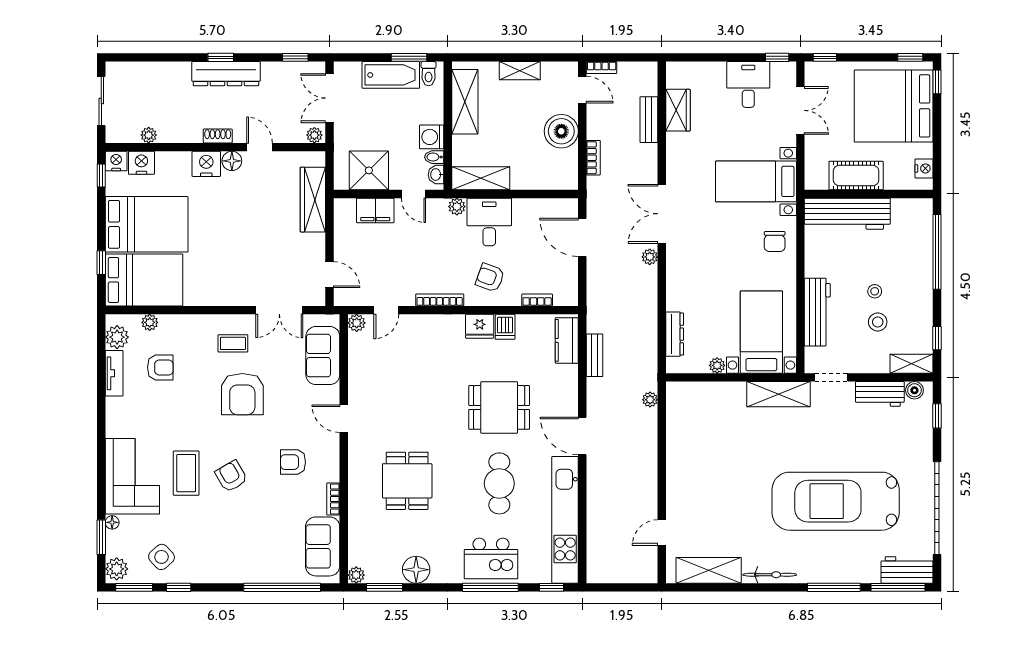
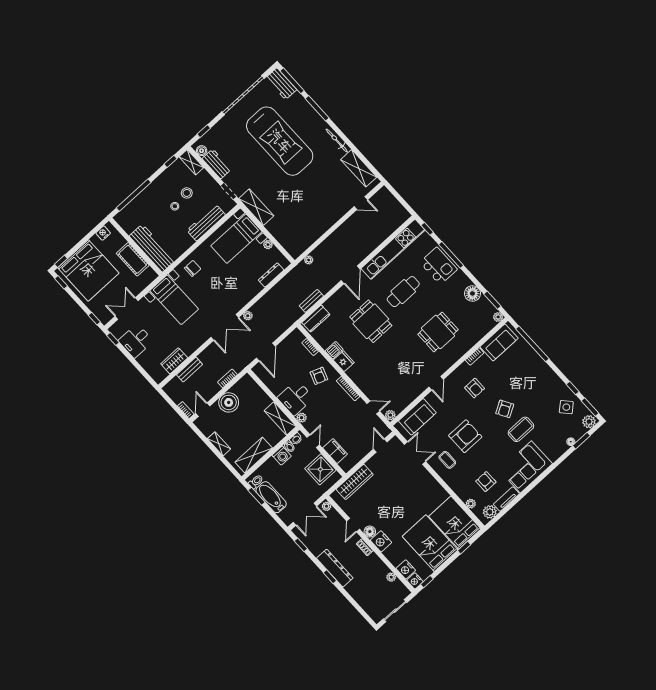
corner sofa: (132, 476) -> (526, 467), moved

